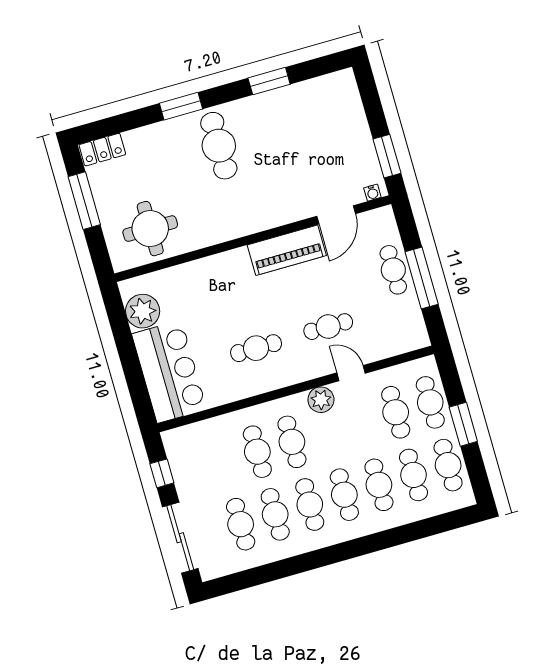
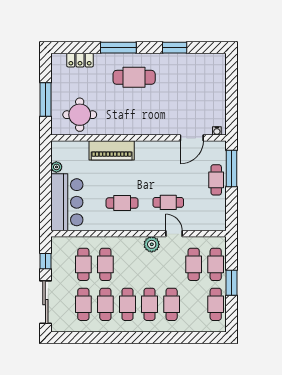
window: (181, 106) -> (118, 48), width x1.44
cafe table: (219, 146) -> (134, 77), turned 90
locker: (102, 150) -> (80, 60), moved
window: (387, 156) -> (232, 112), removed
window: (84, 201) -> (45, 100), moved
piano: (287, 250) -> (112, 150), moved
window: (422, 278) -> (232, 168), moved
plant: (143, 311) -> (56, 167), width x0.53, depth x0.53
cafe table: (292, 442) -> (83, 264), moved
cafe table: (414, 475) -> (194, 304), removed

